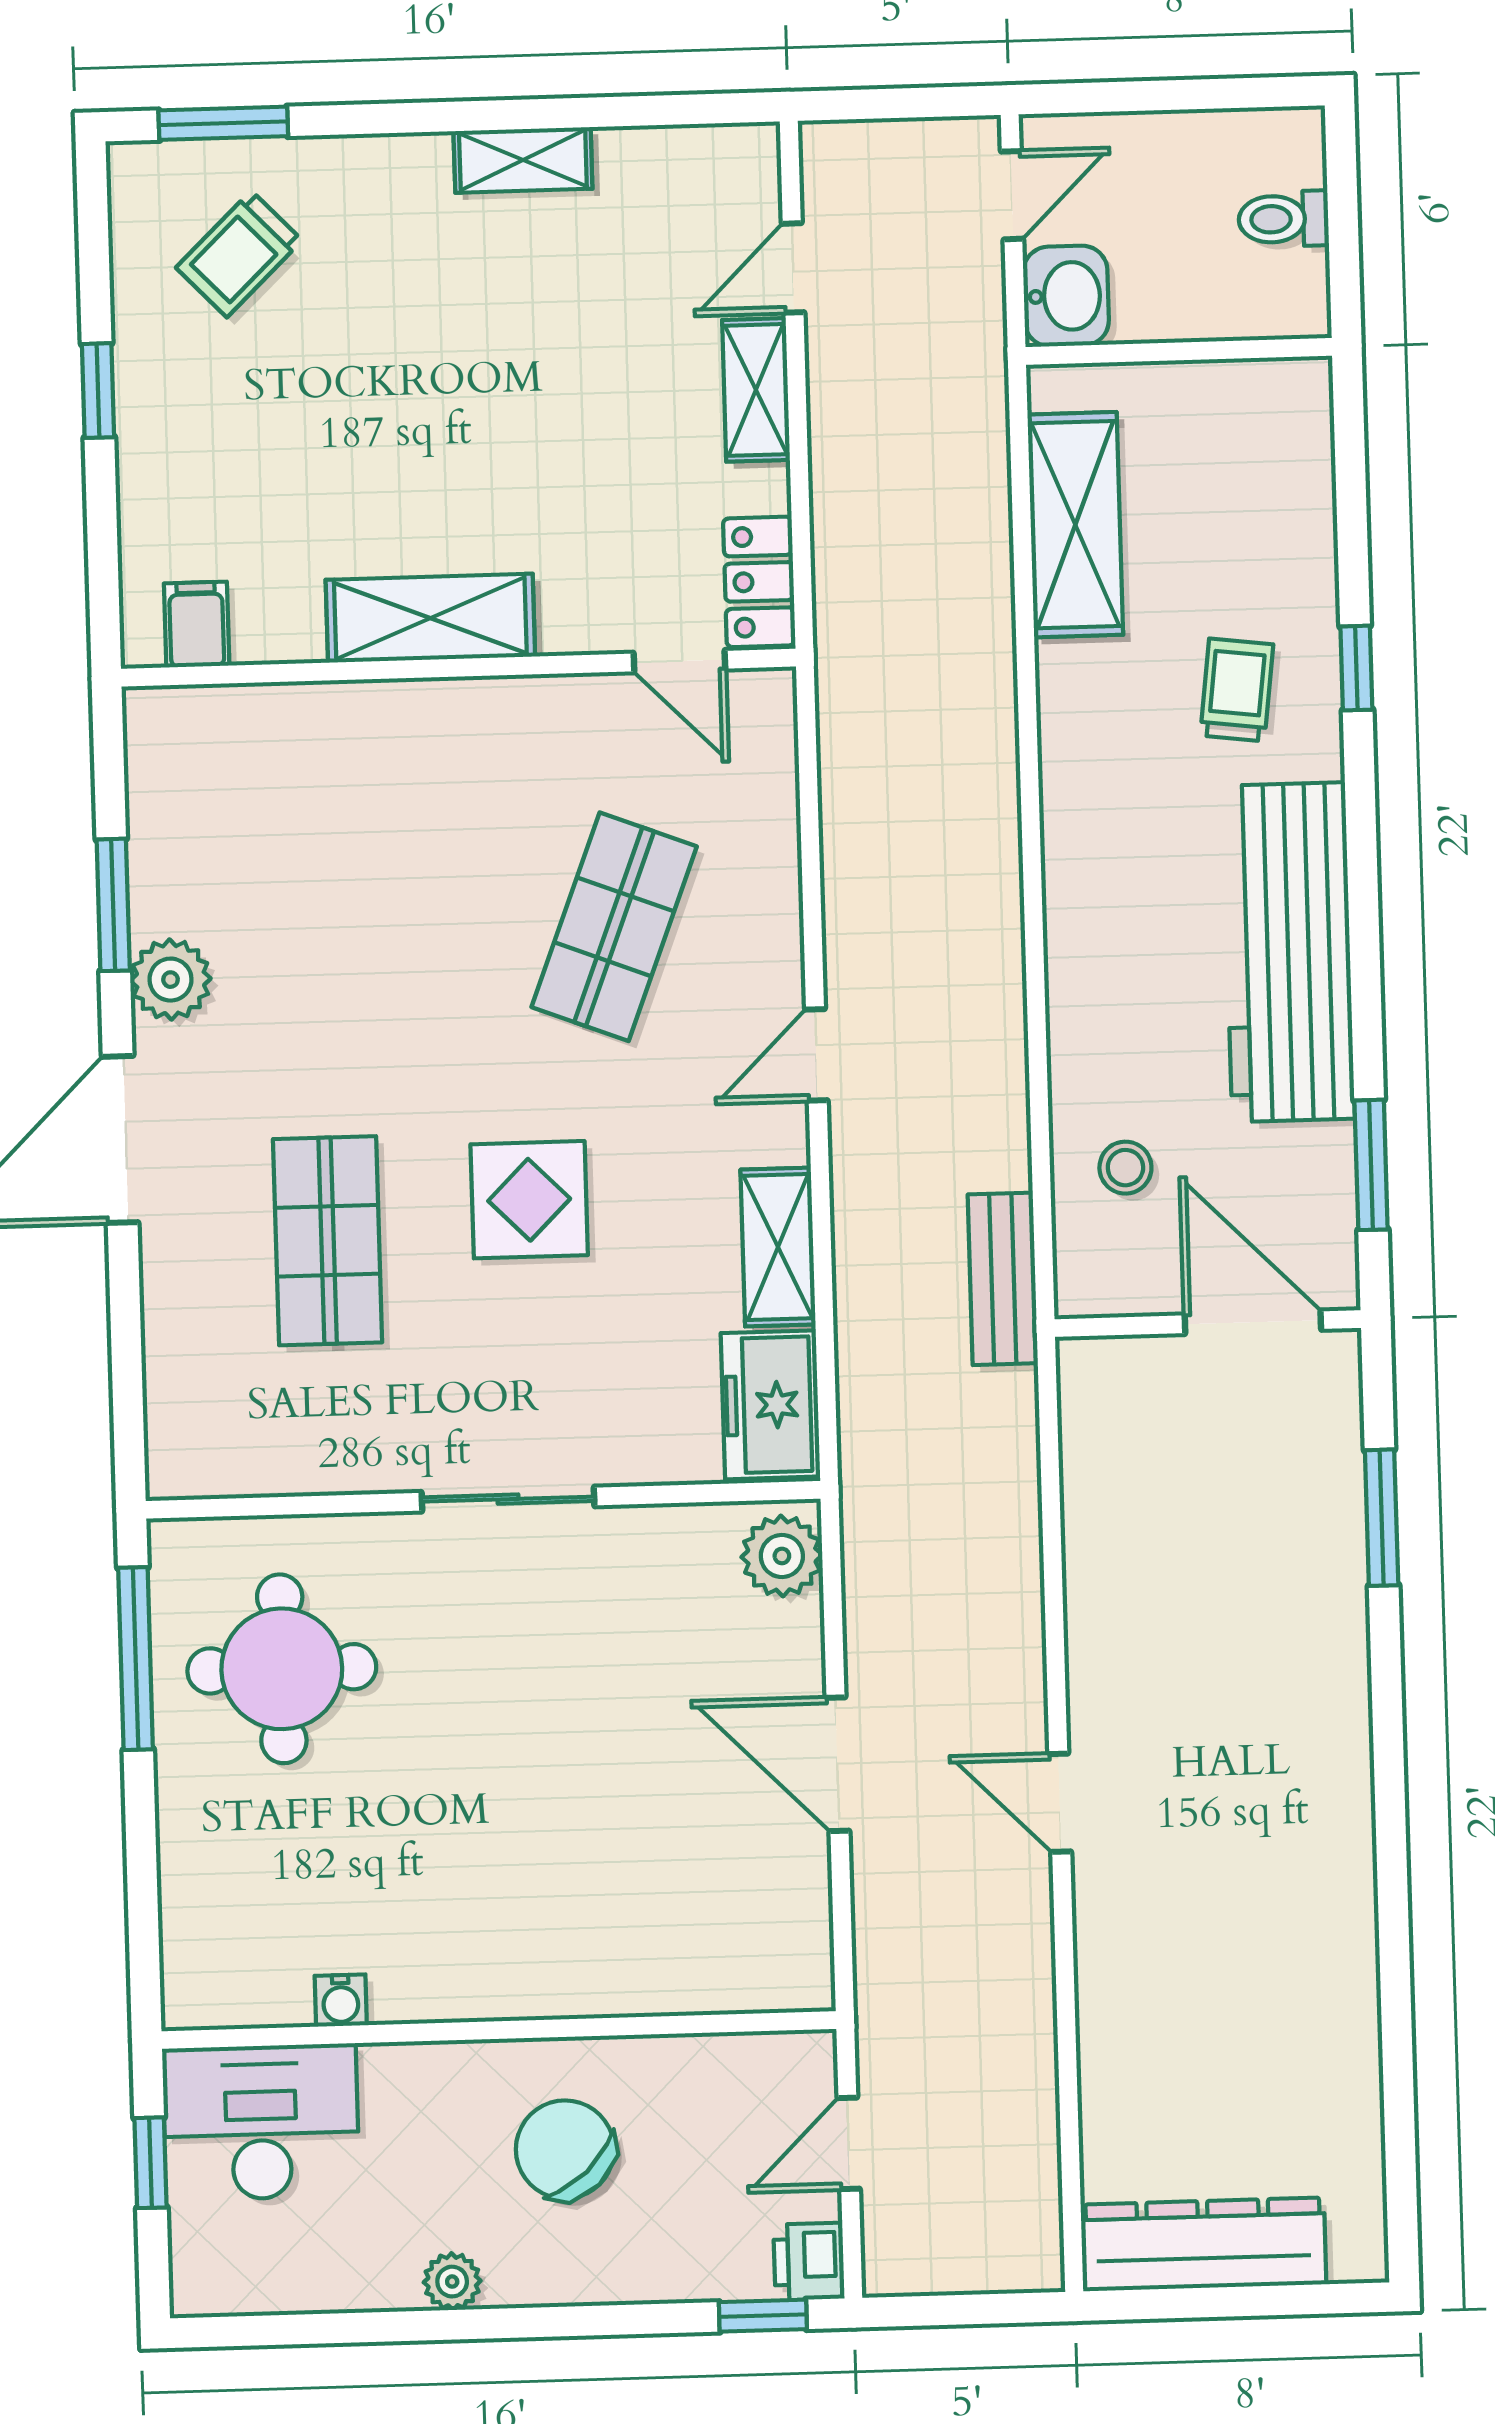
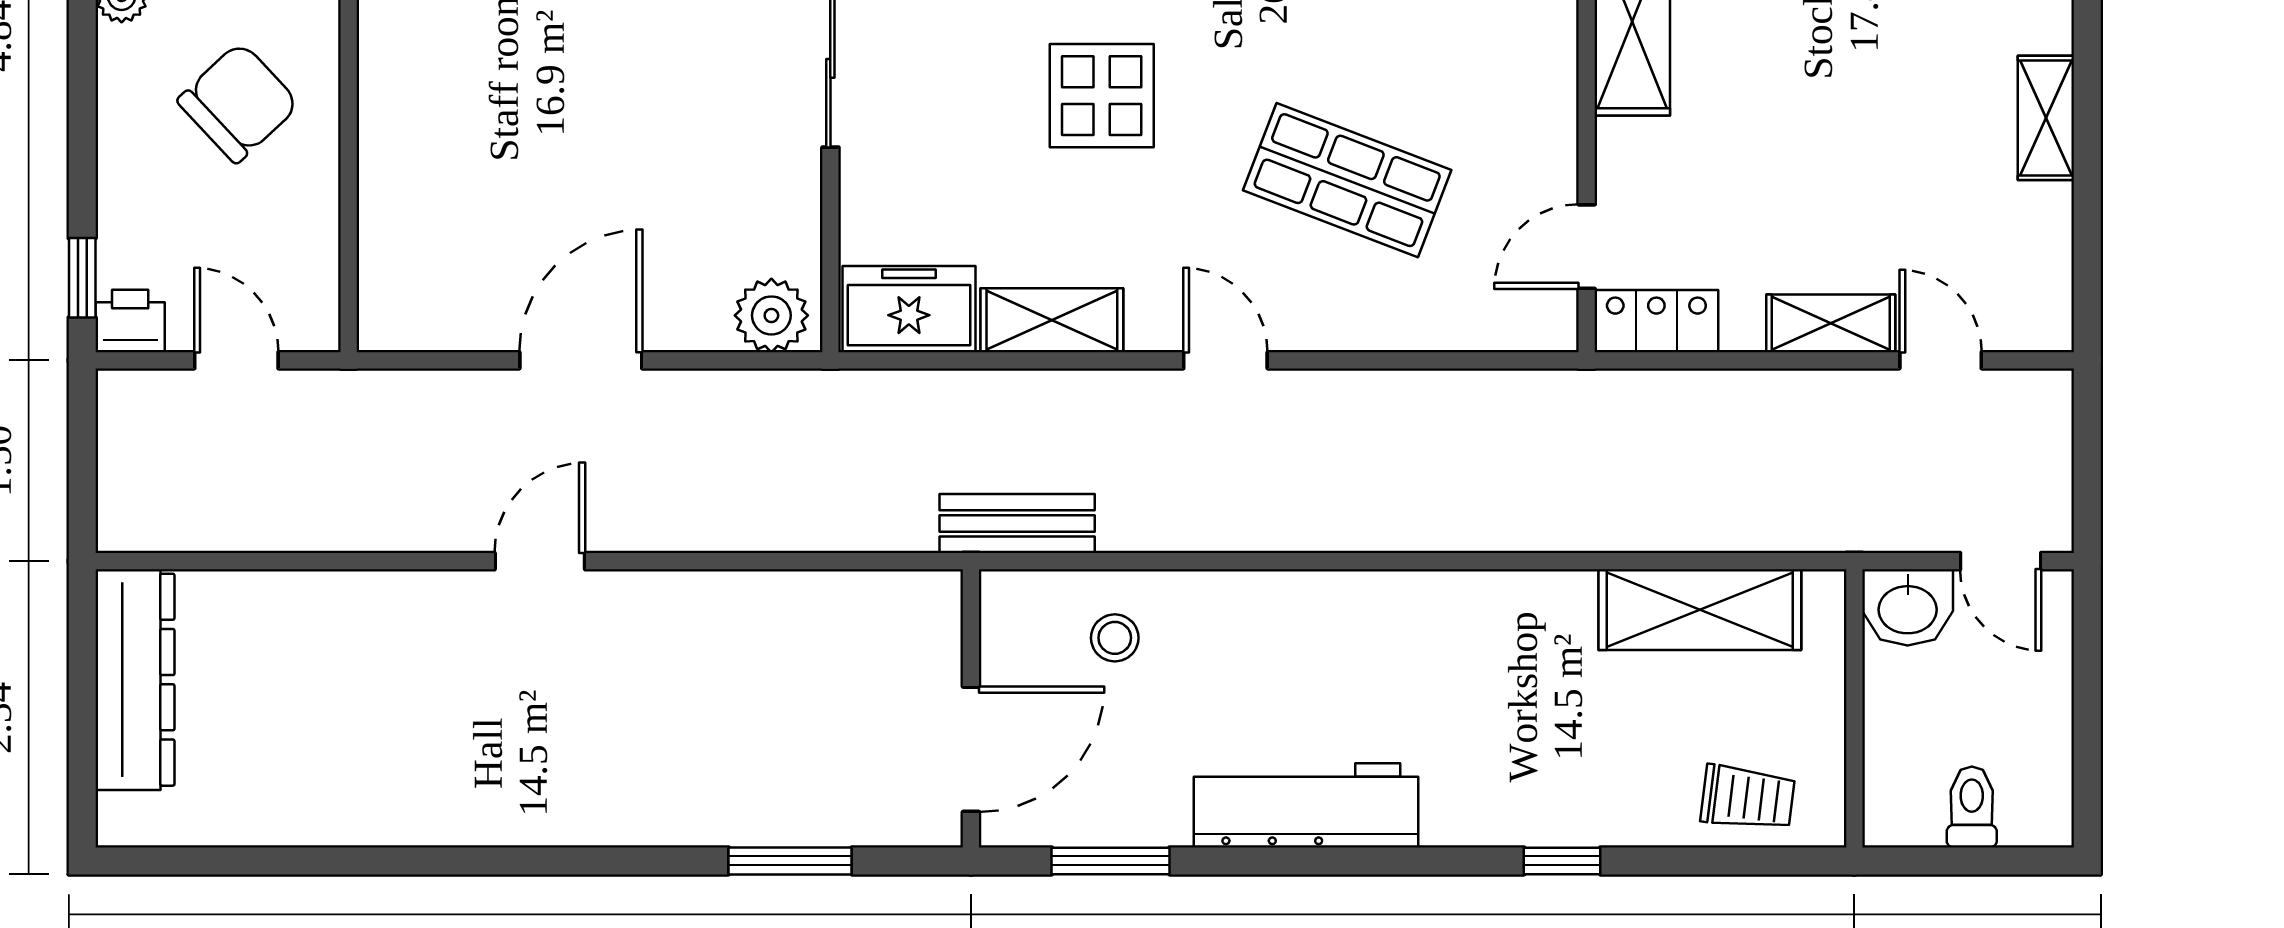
trolley: (1237, 690) -> (1748, 798), moved
workbench: (1289, 952) -> (1306, 805), width x0.73, depth x0.76

